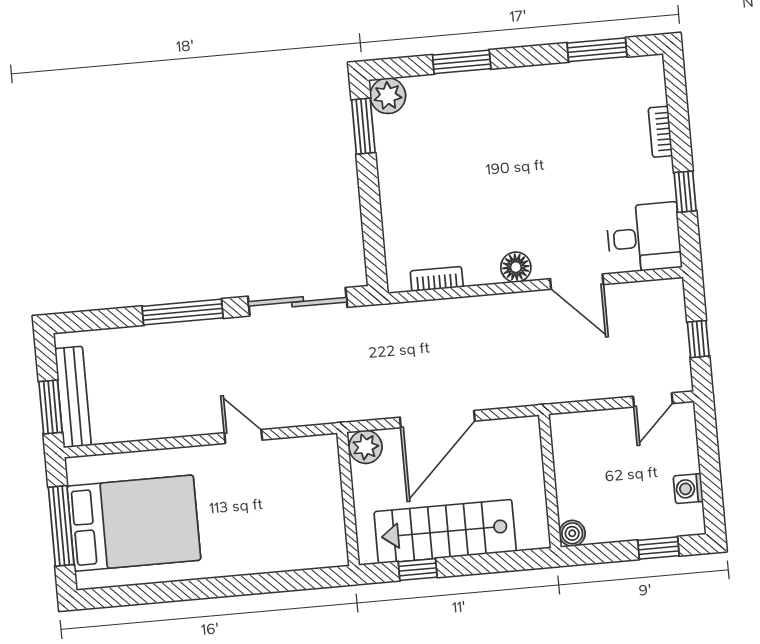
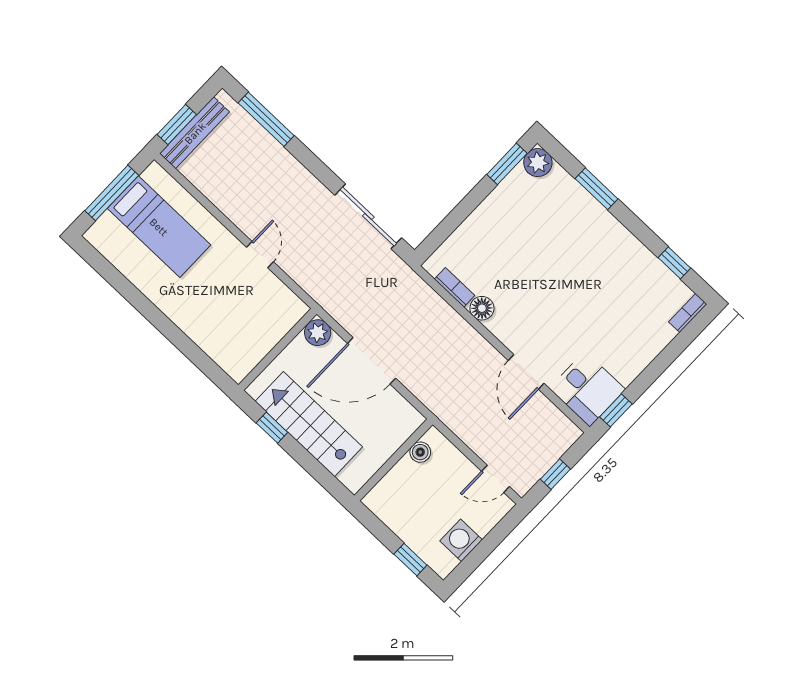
window: (597, 50) -> (674, 263), width x0.67
bookcase: (660, 132) -> (688, 313), moved
window: (685, 192) -> (616, 410), moved
floor lamp: (516, 267) -> (482, 308), moved
window: (183, 312) -> (266, 119), moved
washing machine: (688, 489) -> (461, 540), width x1.38, depth x1.38
bed: (134, 523) -> (159, 227), width x0.67
boiler: (572, 533) -> (420, 452), moved

